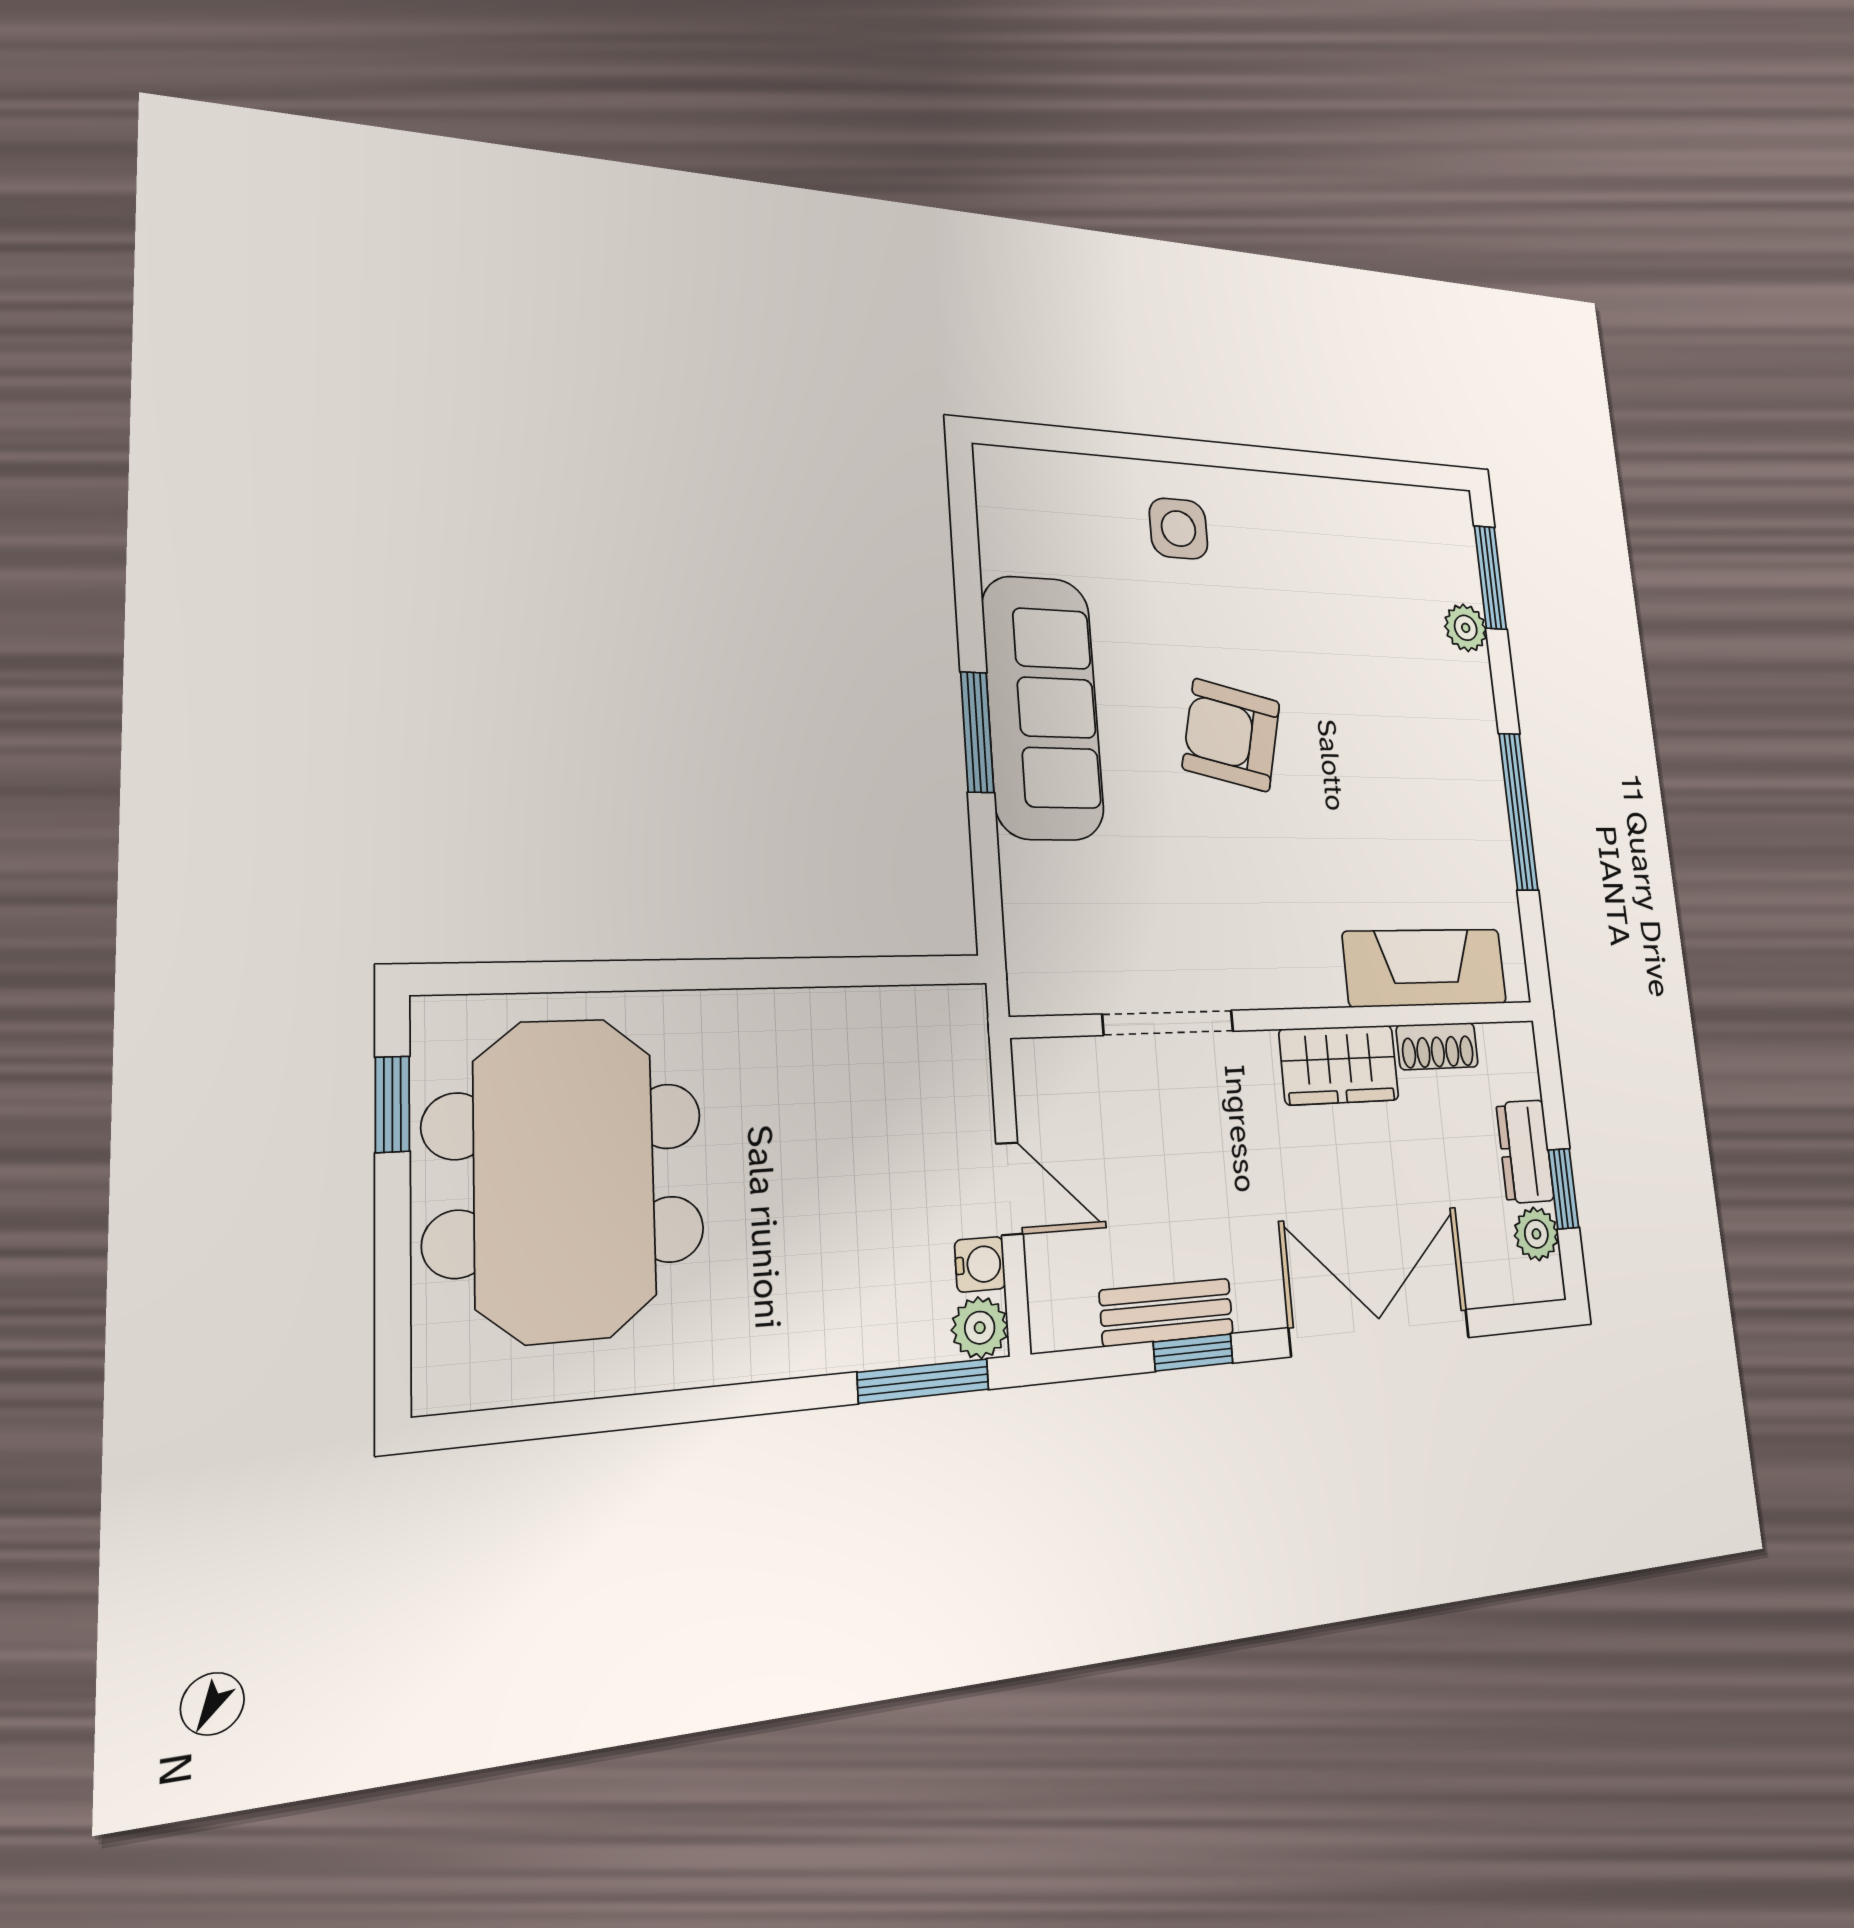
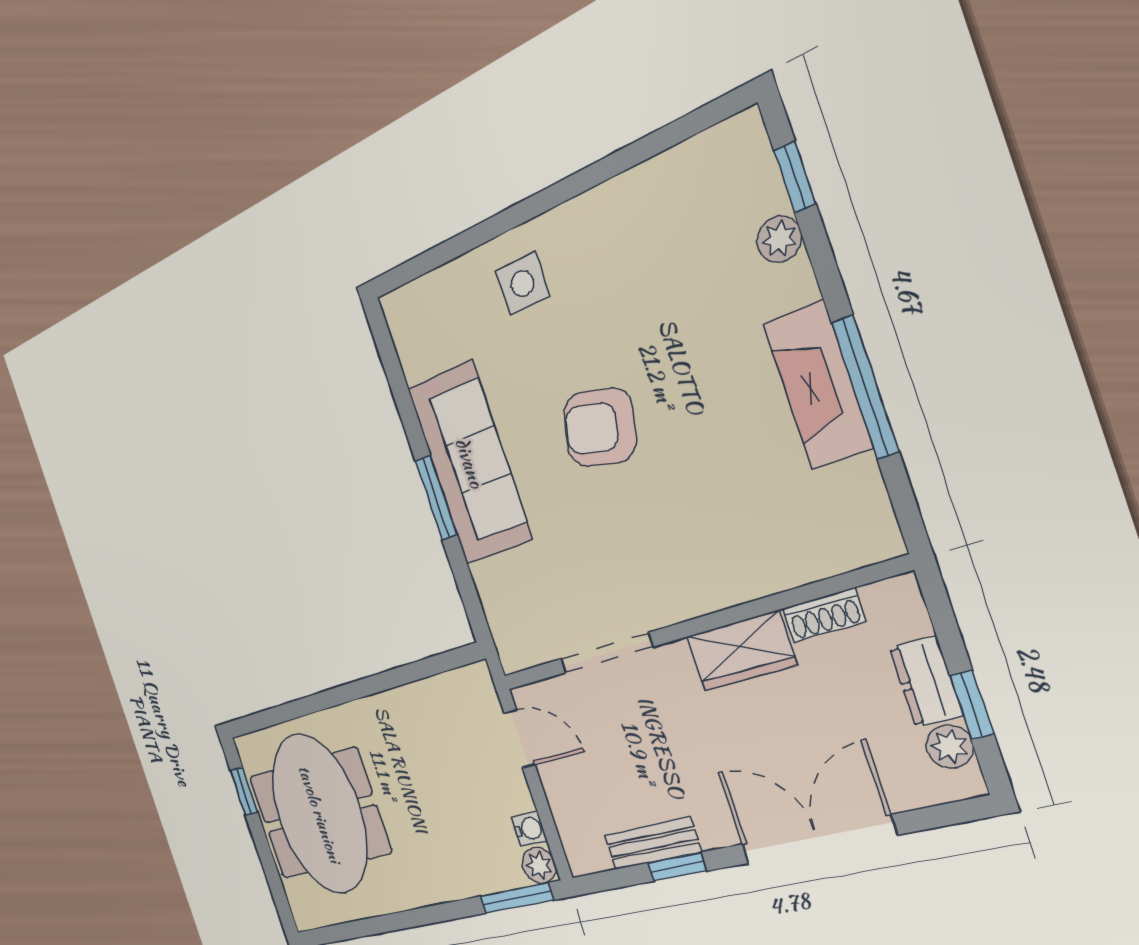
window: (1490, 577) -> (795, 177), width x0.67
fireplace: (1425, 968) -> (818, 386), moved, turned -90
door: (1010, 1189) -> (519, 739), moved

